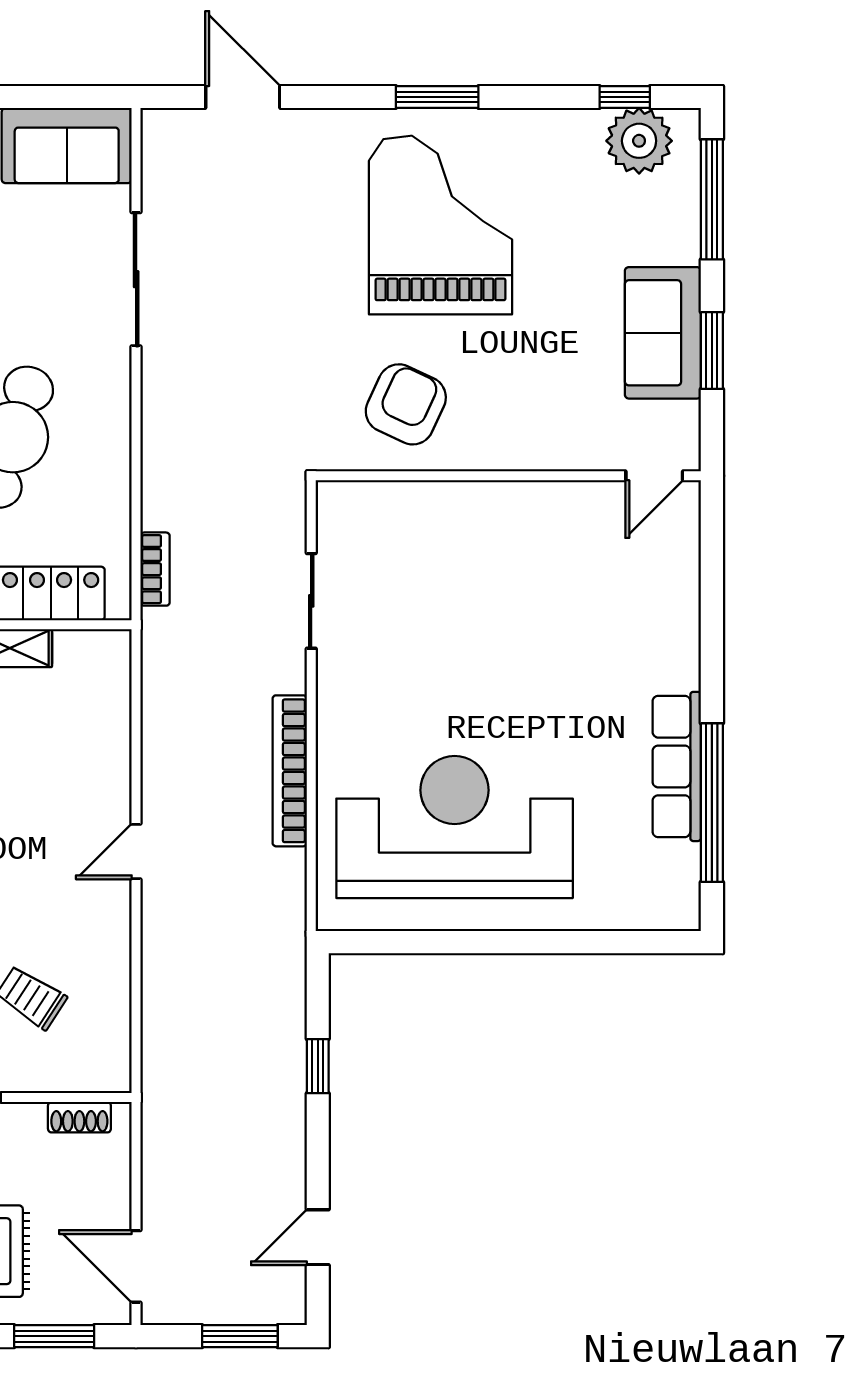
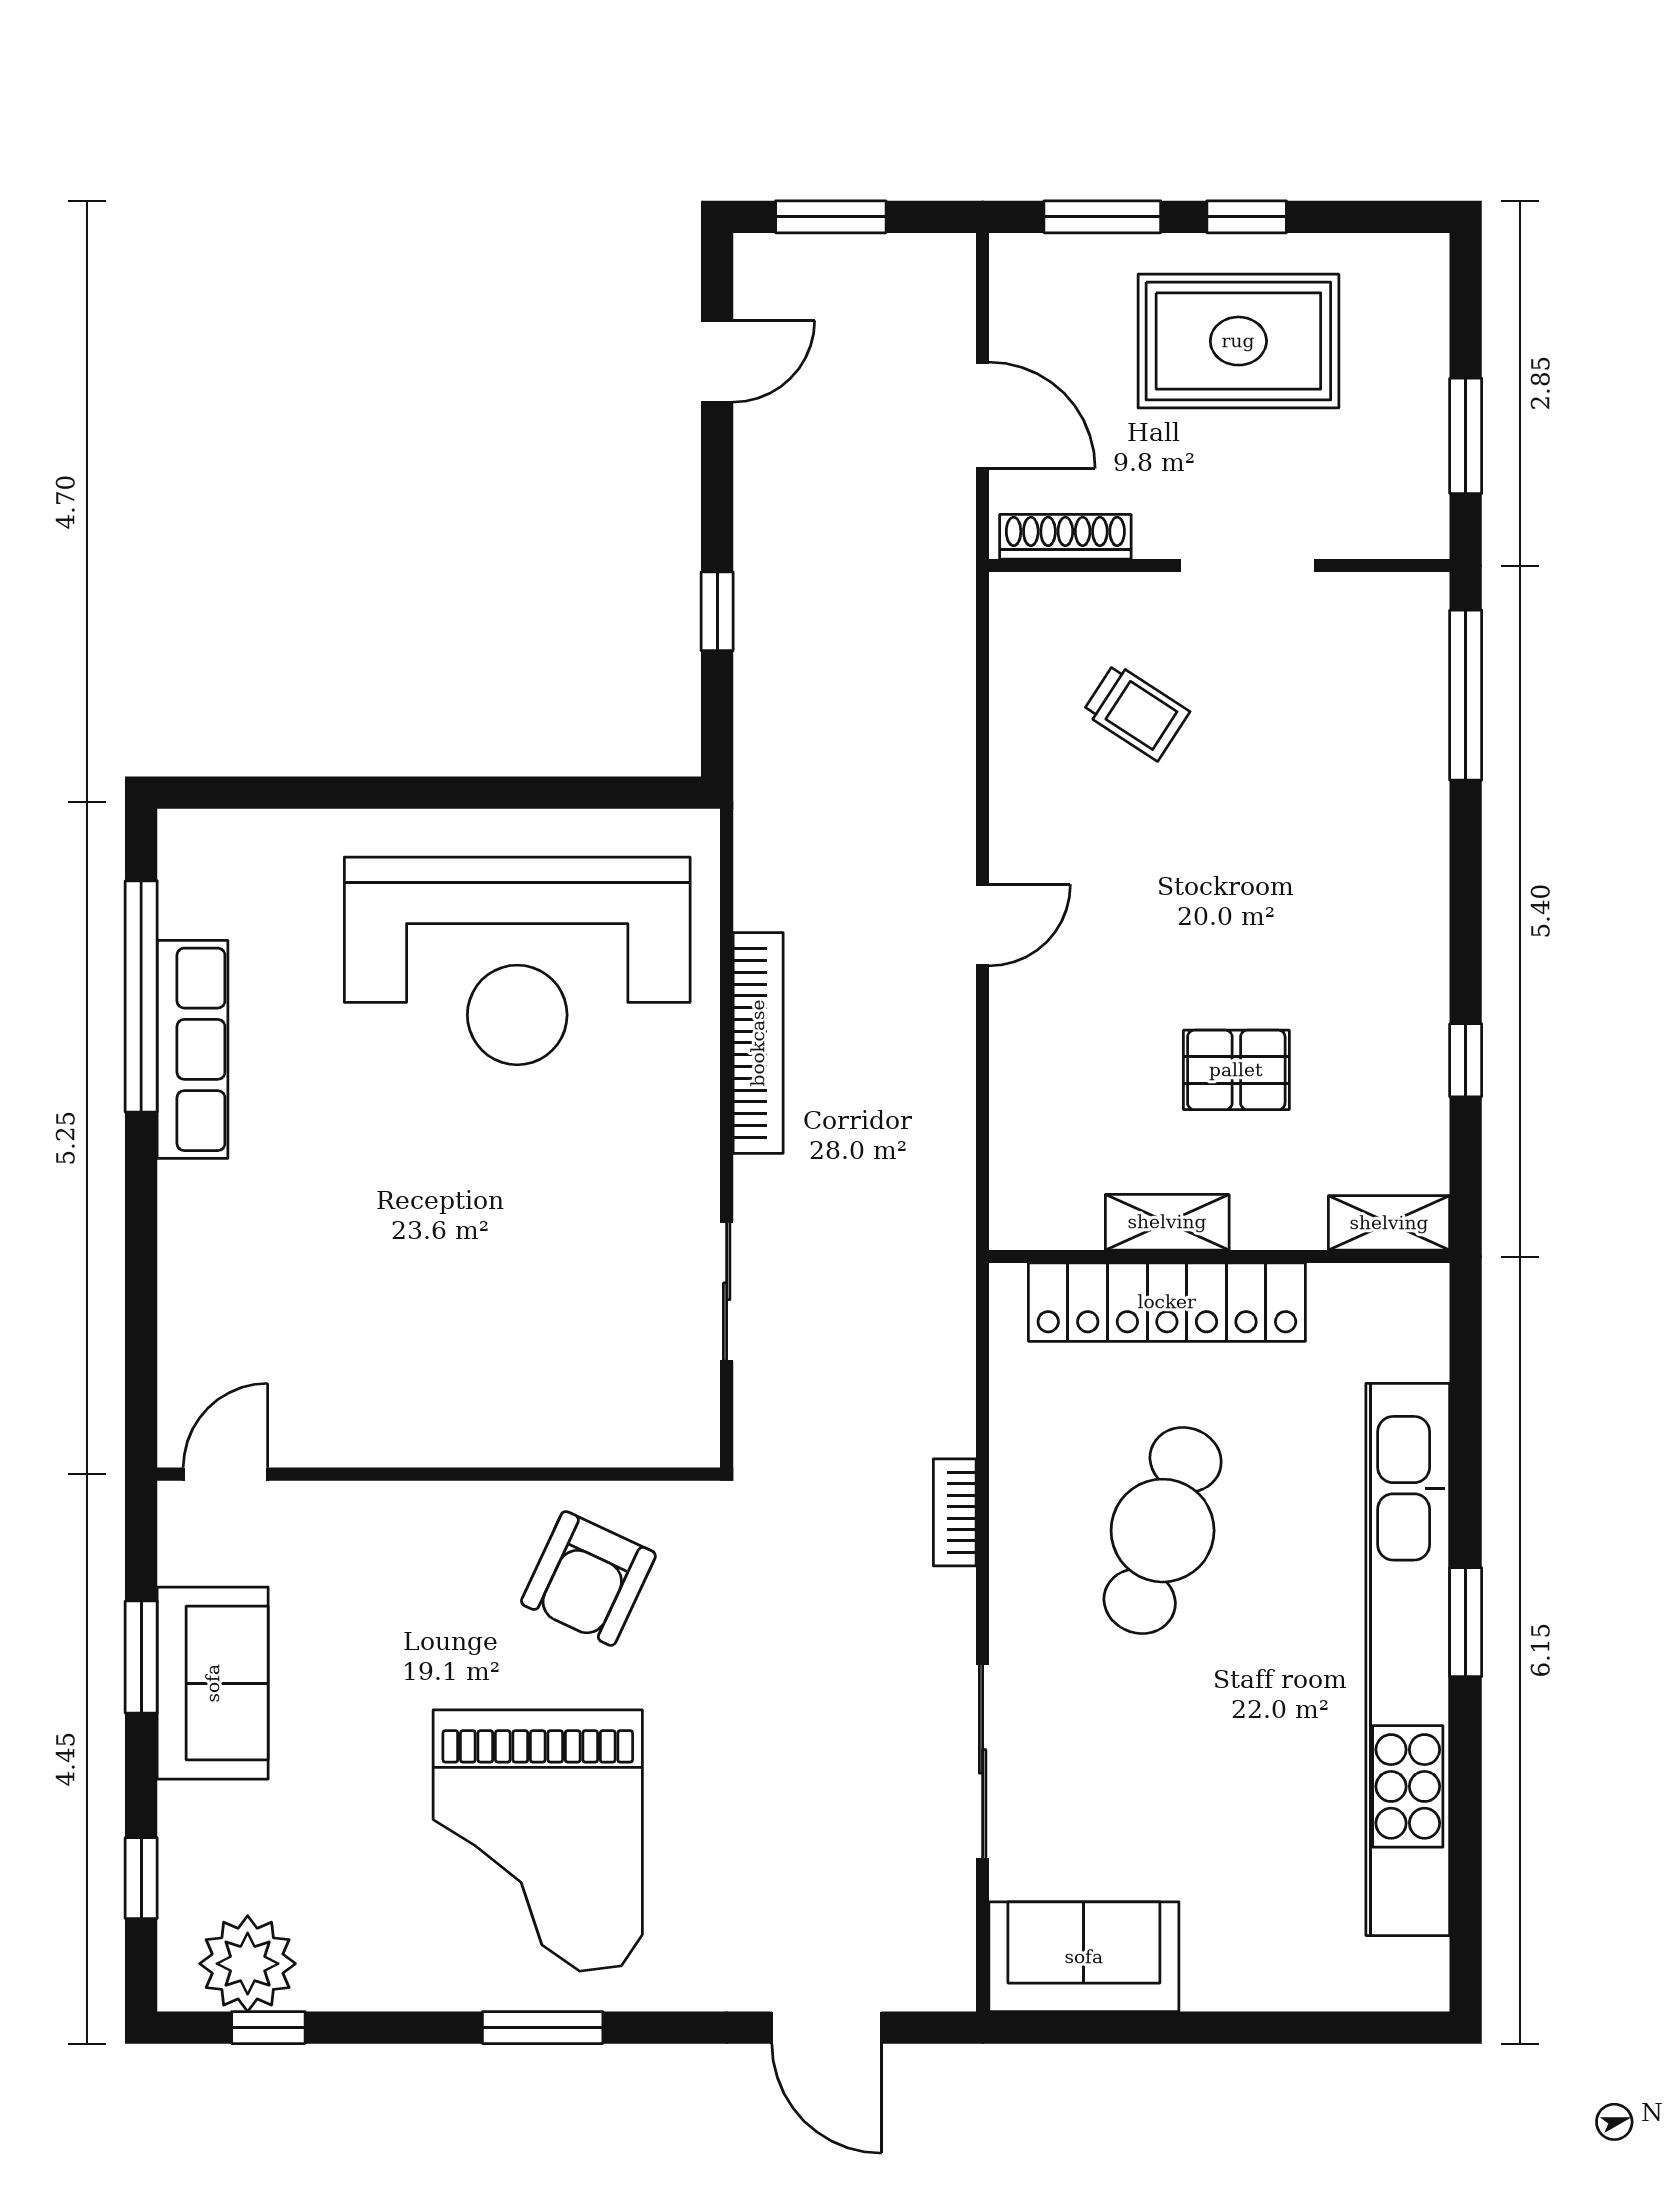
window: (712, 199) -> (141, 1878), width x0.46
bookcase: (155, 569) -> (955, 1512), moved
shoe rack: (79, 1117) -> (1065, 537), width x1.43
door: (136, 1266) -> (983, 415), moved

